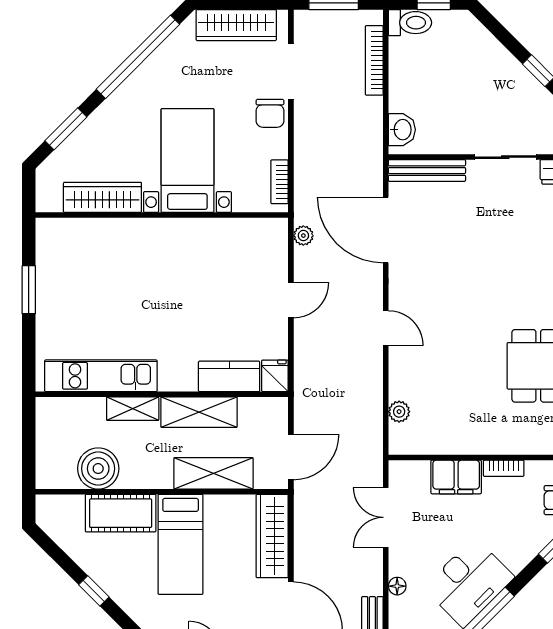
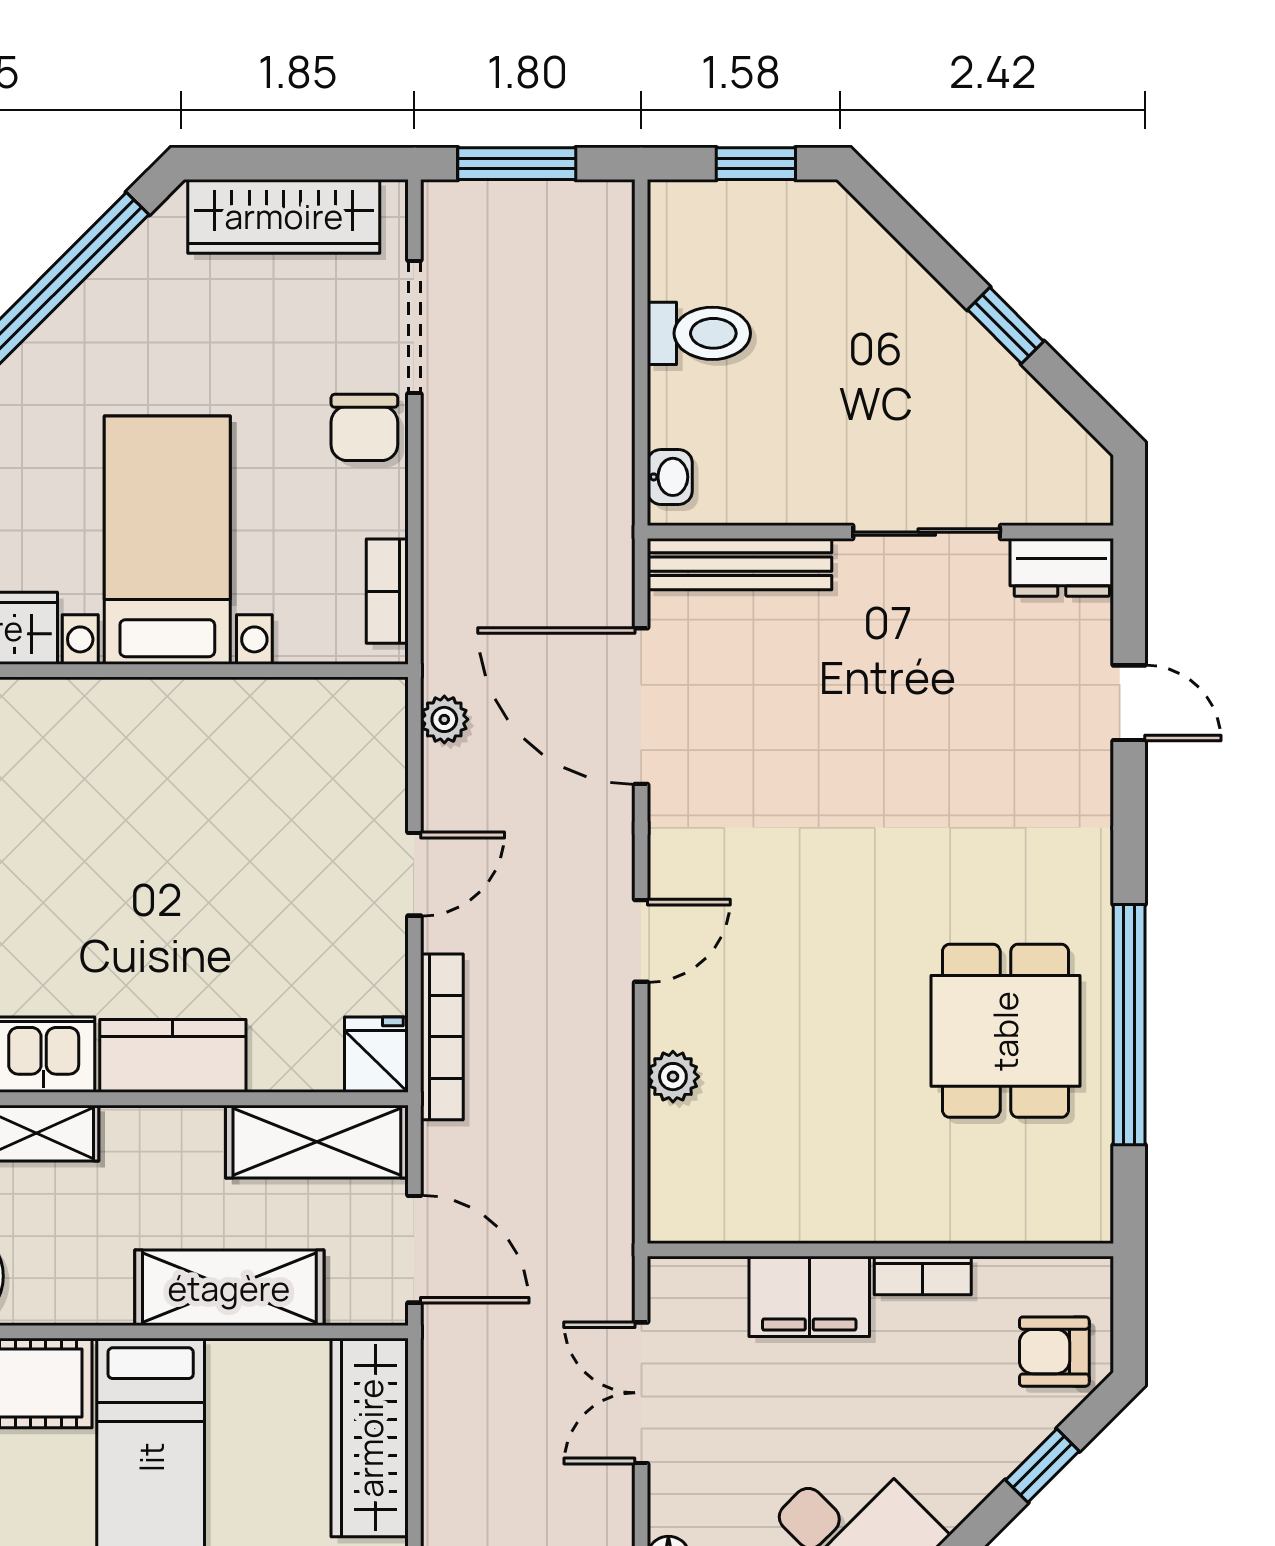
toilet: (410, 23) -> (699, 333), moved
bookcase: (374, 60) -> (442, 1037), moved, turned 180
washbasin: (402, 130) -> (670, 477), width x0.72, depth x0.69
door: (386, 328) -> (641, 941), hinge flipped
kitchen counter: (229, 376) -> (173, 1056), moved
shelving: (199, 412) -> (317, 1142), moved
plant: (399, 412) -> (673, 1077), moved
door: (291, 457) -> (414, 1249), hinge flipped

